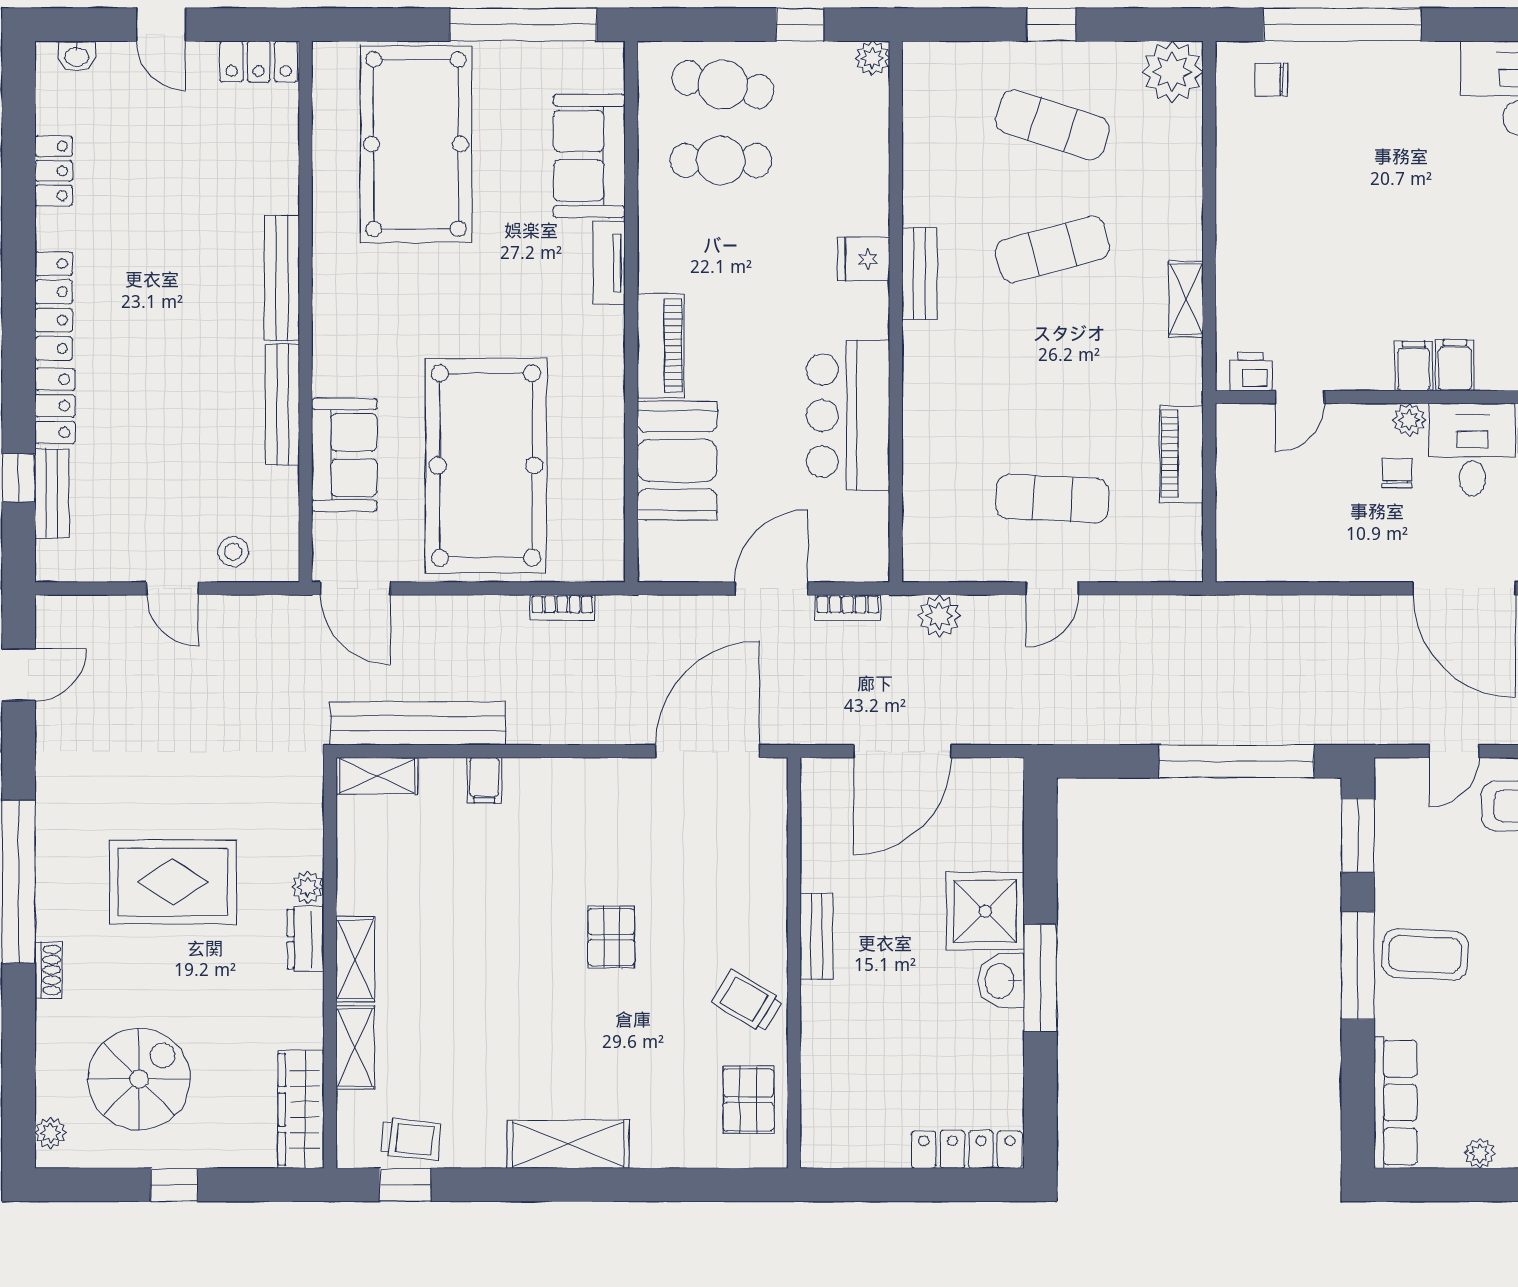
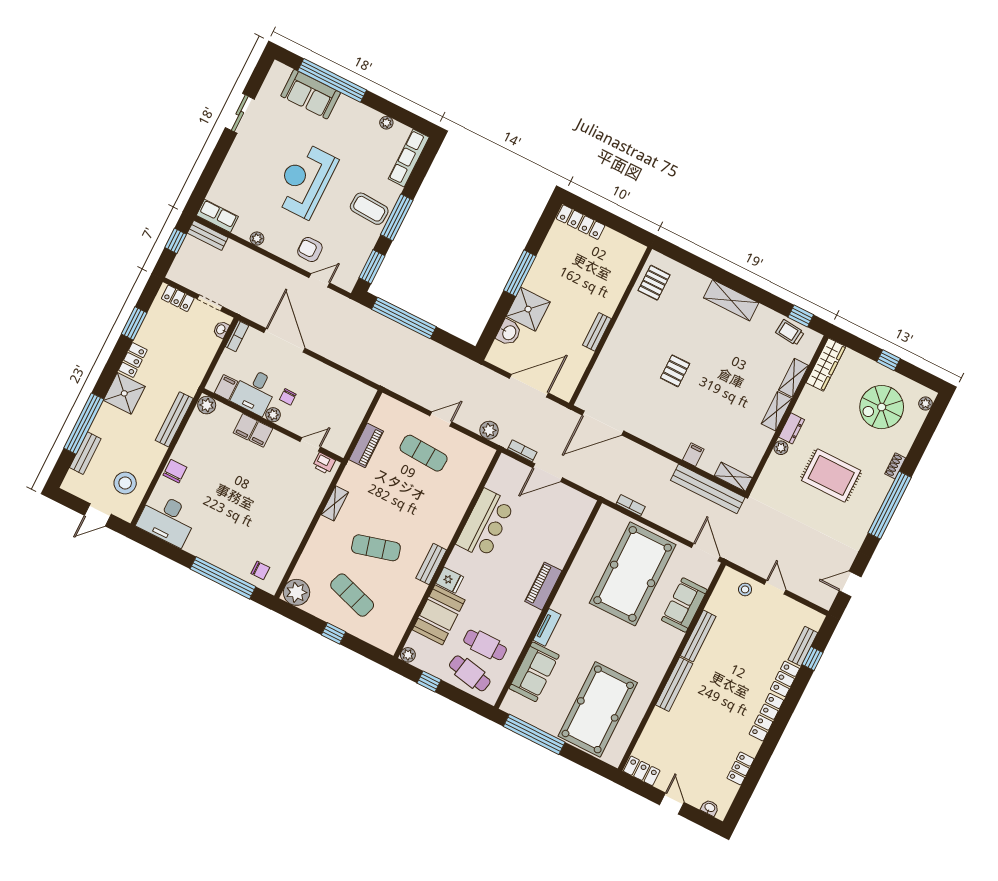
booth: (677, 460) -> (439, 615), moved
washbasin: (1001, 981) -> (509, 332), moved
trolley: (747, 1001) -> (636, 320), removed

